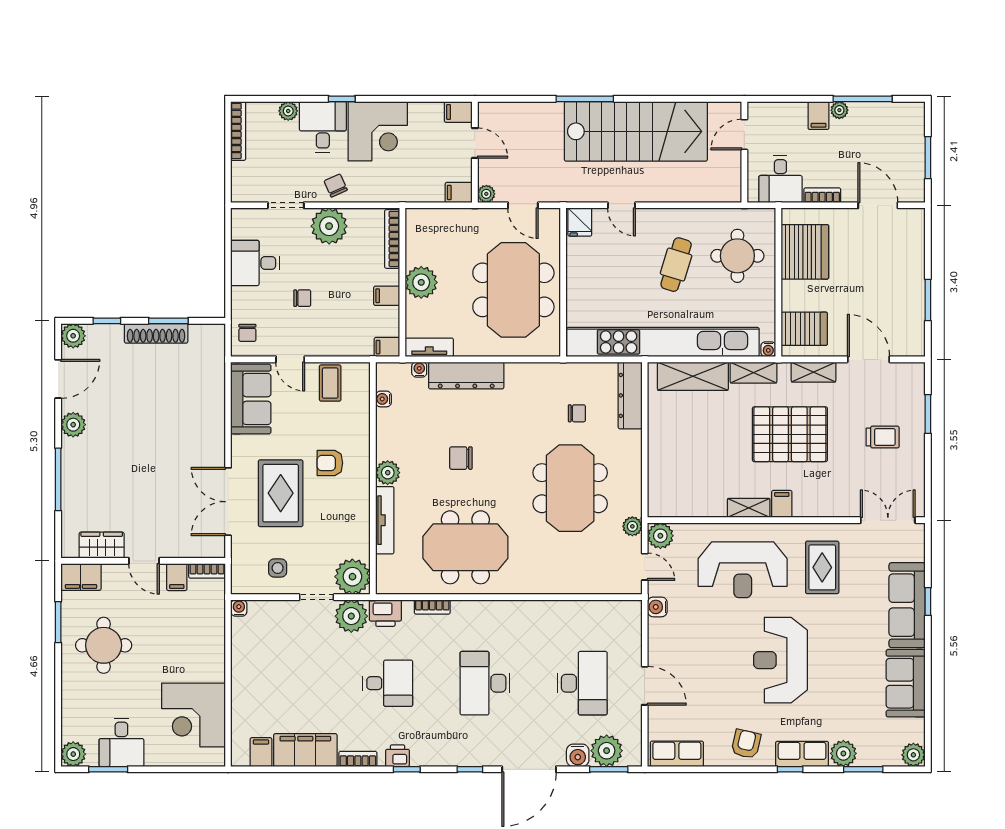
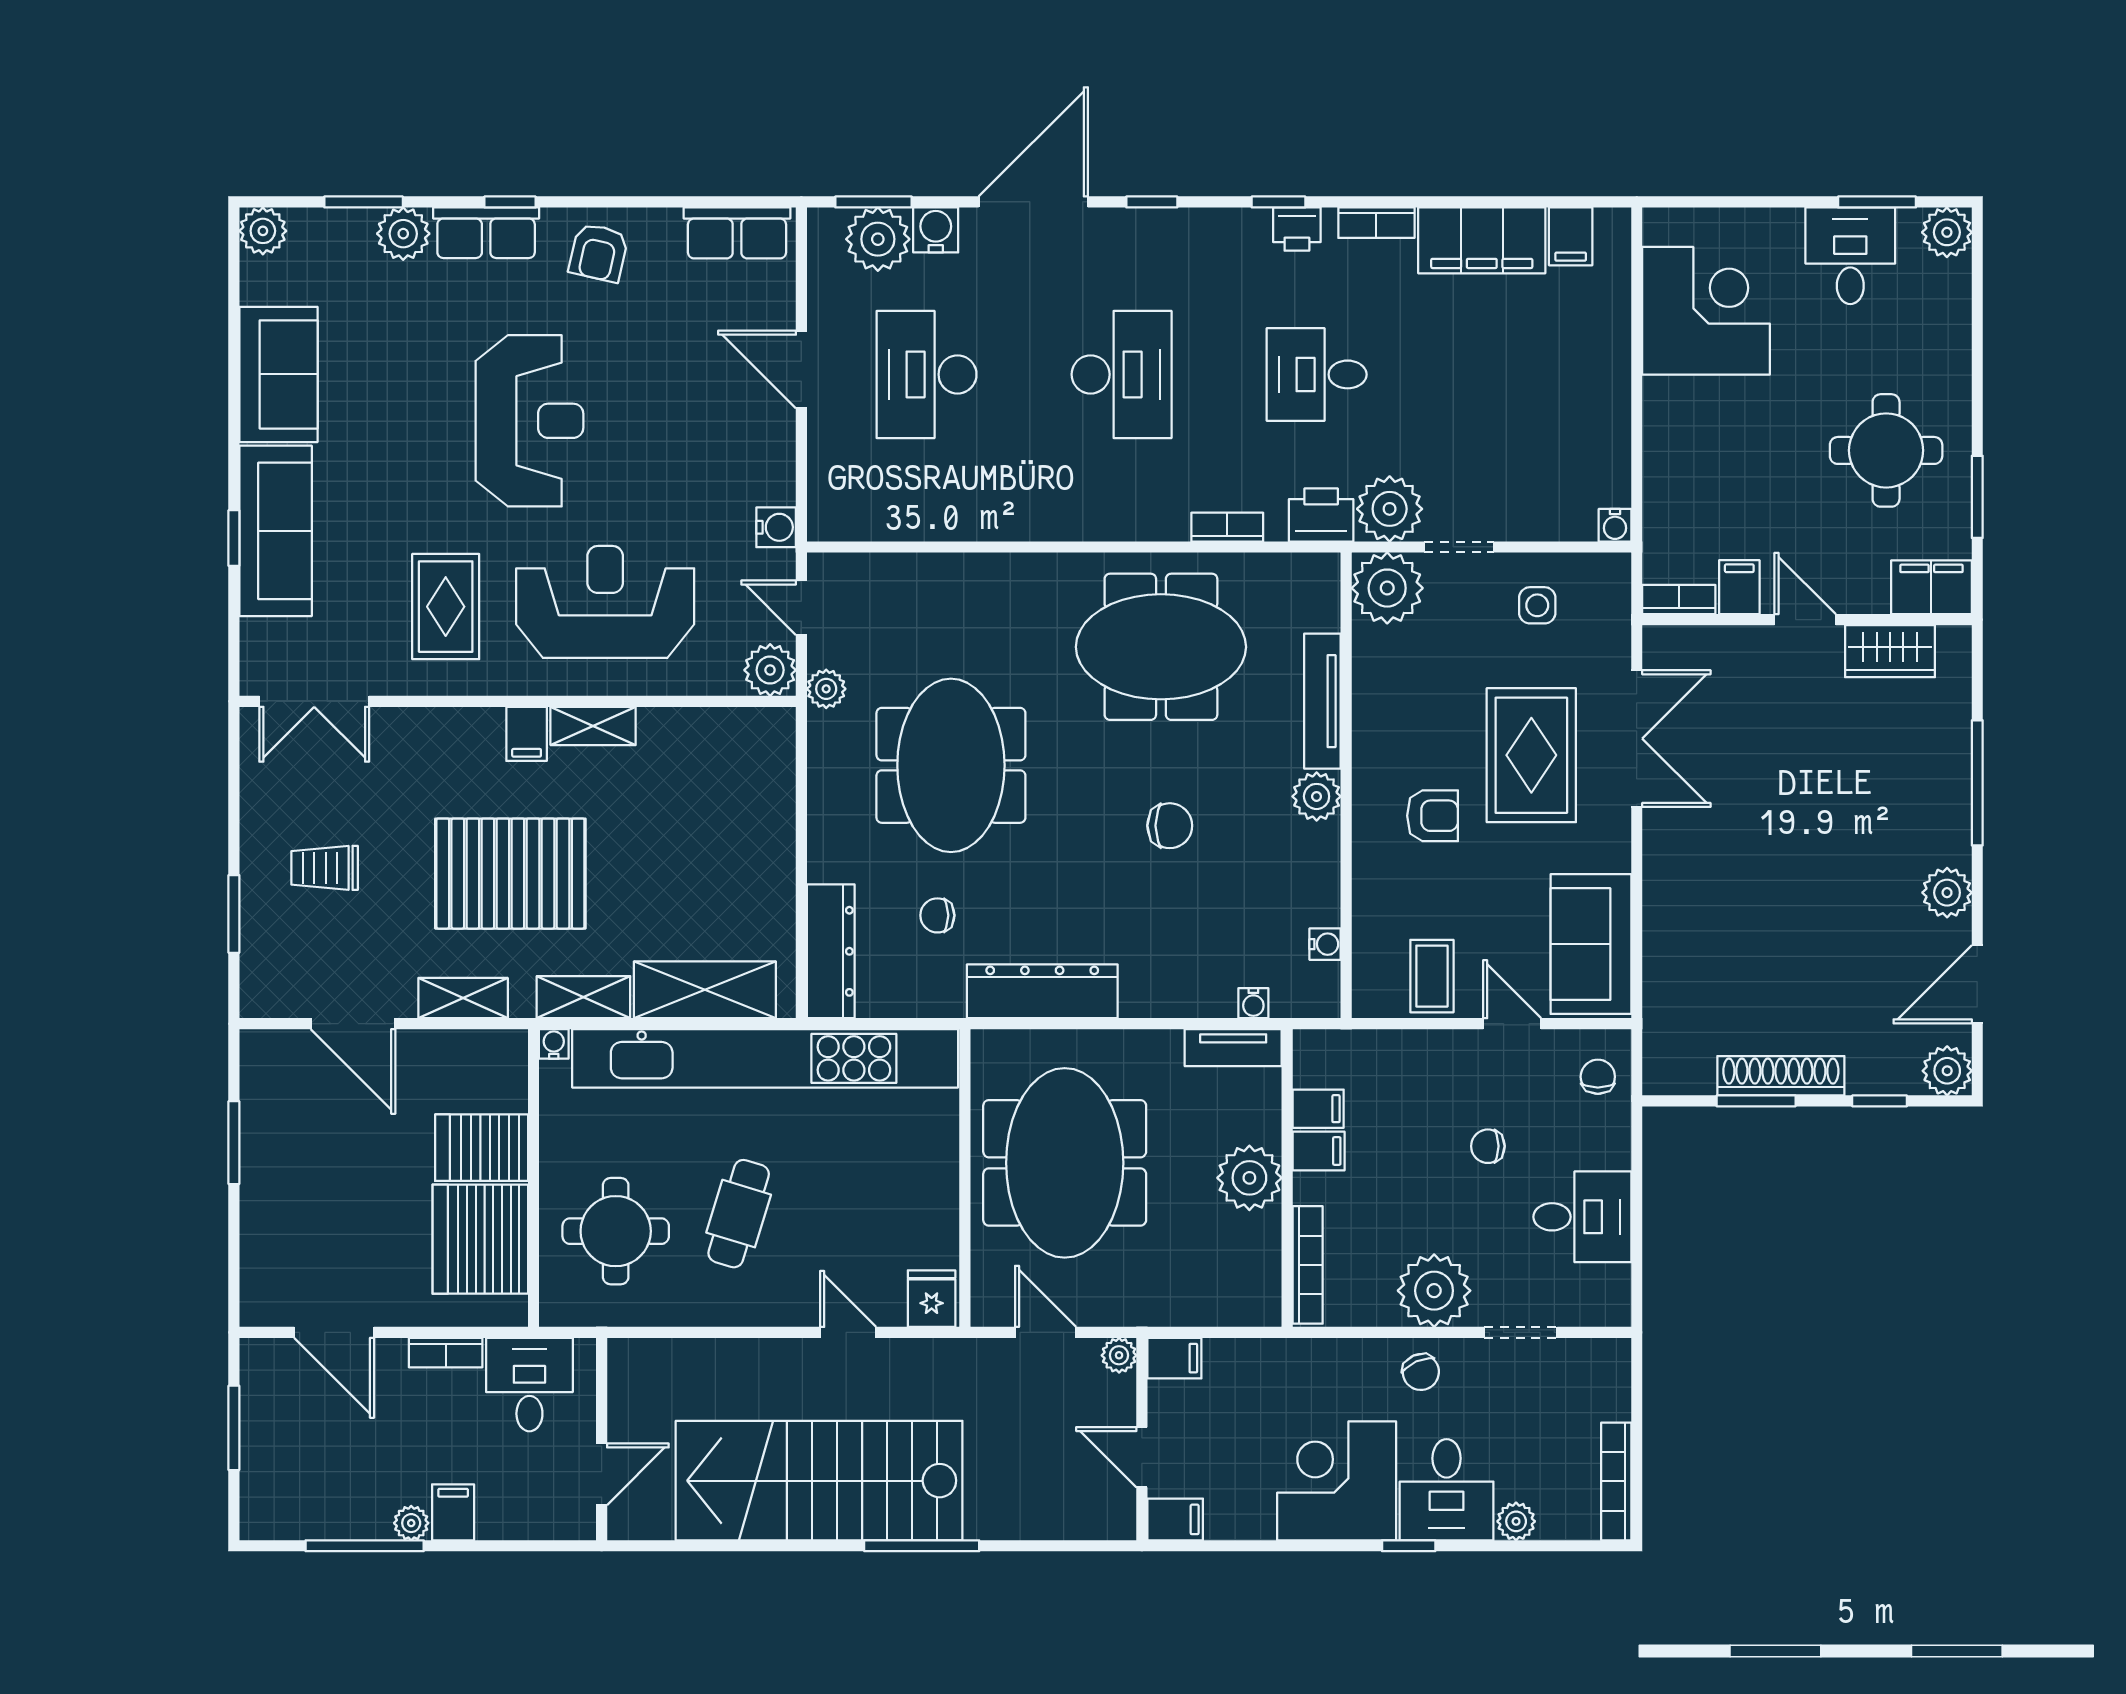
server rack: (804, 329) -> (482, 1148), moved
filing cabinet: (387, 347) -> (1318, 1109), moved
dresser: (466, 375) -> (1042, 991), moved

